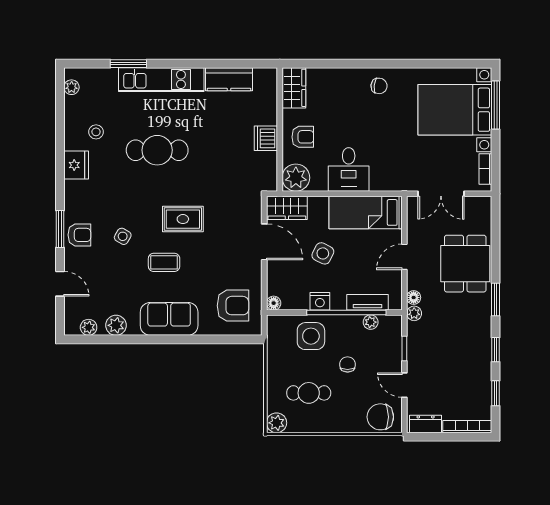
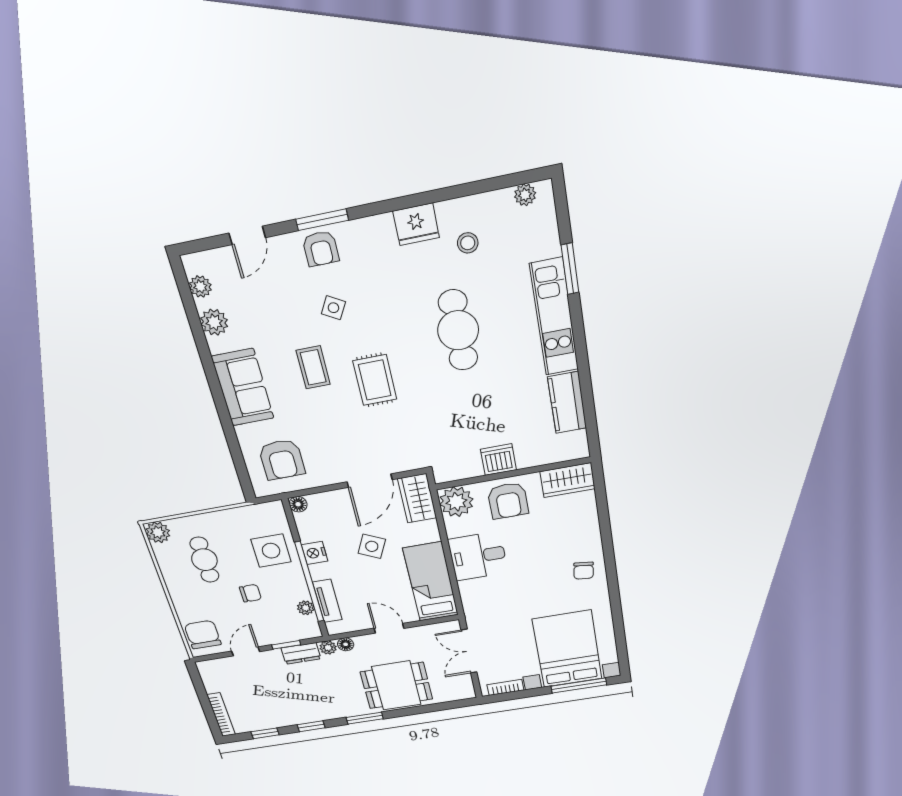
armchair: (303, 137) -> (508, 501), width x1.38, depth x1.38
dresser: (426, 424) -> (301, 653), moved, turned 90

